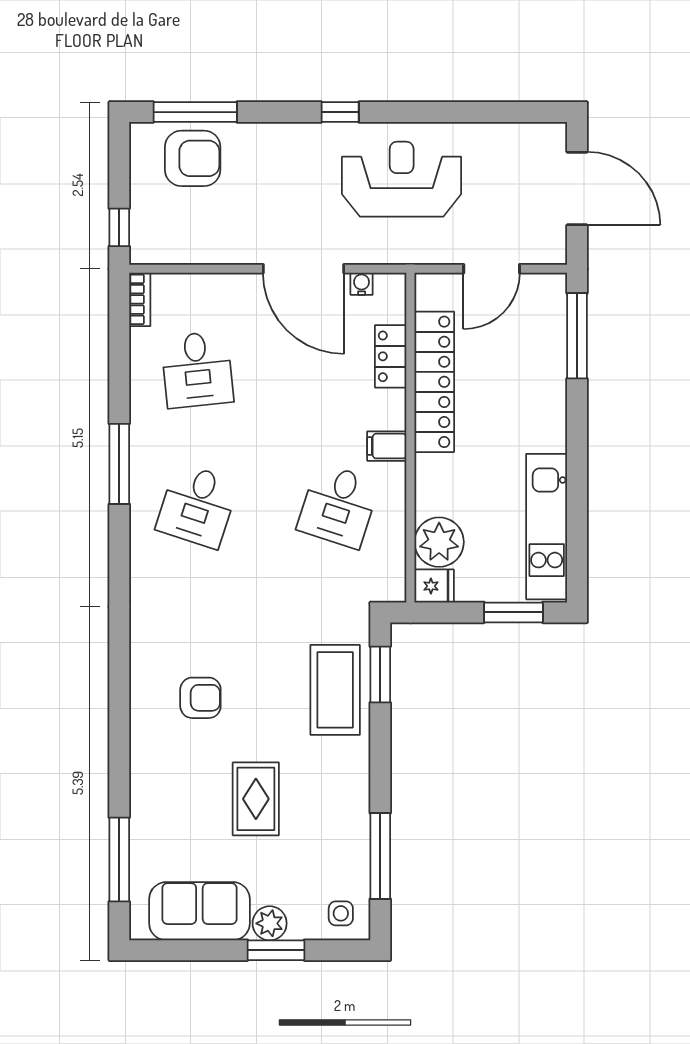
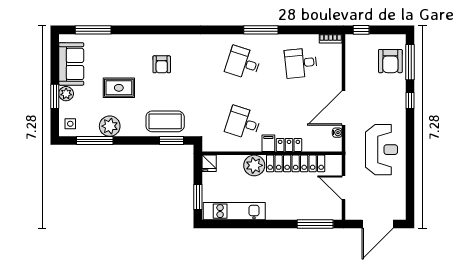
window: (340, 112) -> (410, 101), moved
locker: (391, 356) -> (289, 145), moved
plant: (439, 542) -> (254, 165), moved
plant: (346, 820) -> (110, 126), added

